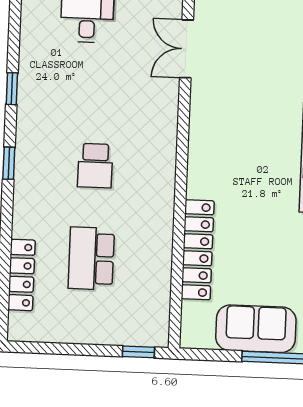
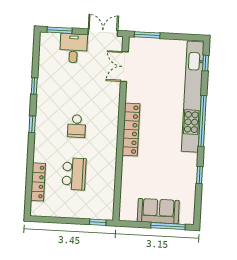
locker: (198, 250) -> (131, 129), moved
school desk: (91, 258) -> (74, 174), turned 180

